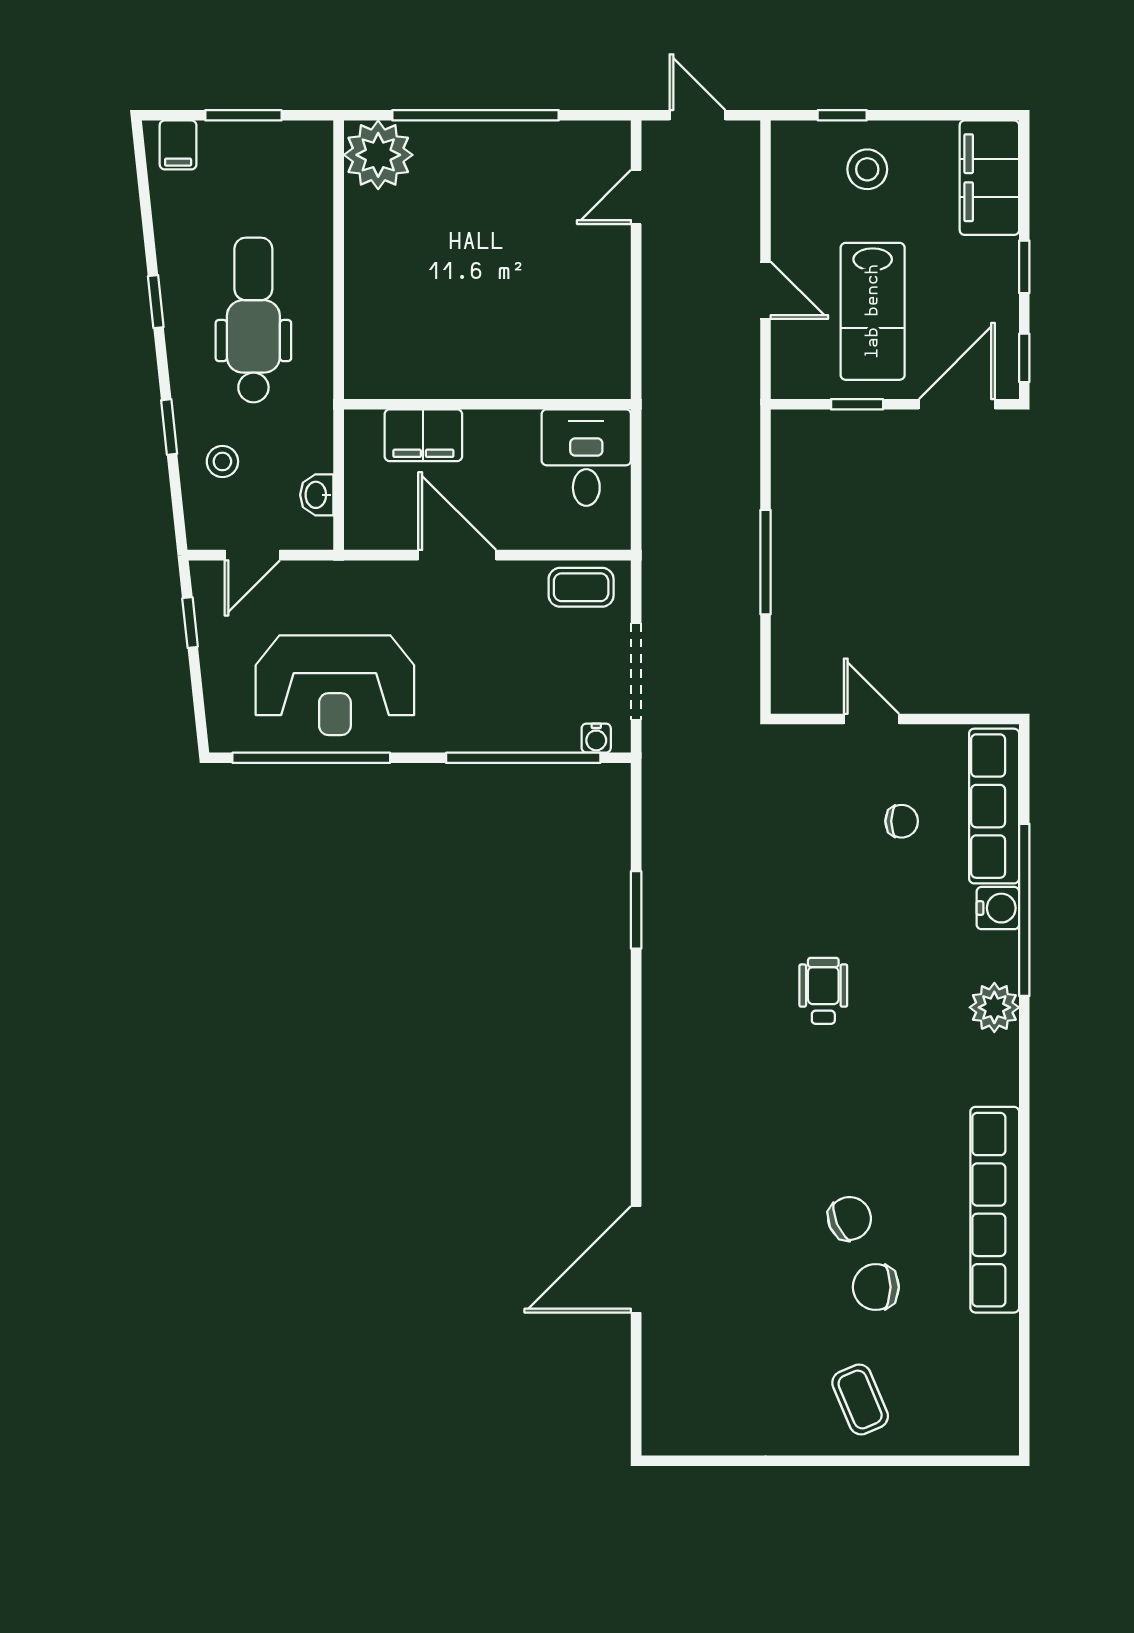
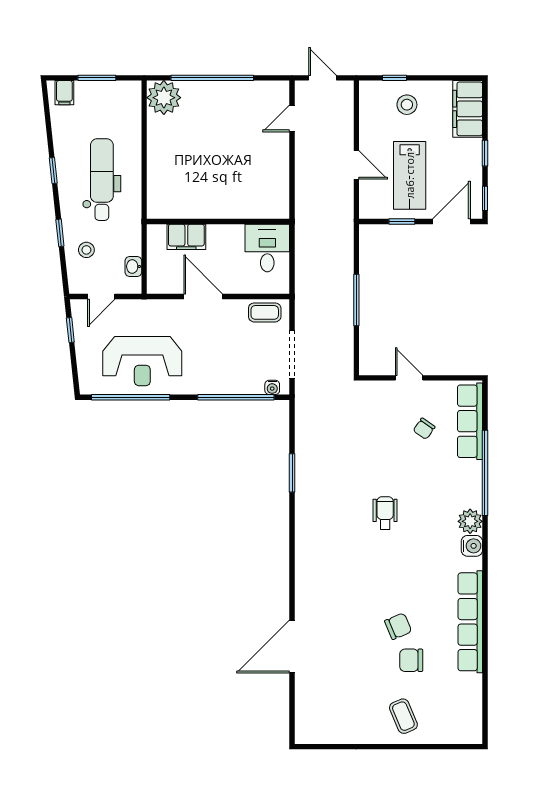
chair: (902, 821) -> (424, 429), turned 125
water cooler: (998, 908) -> (472, 546), moved

